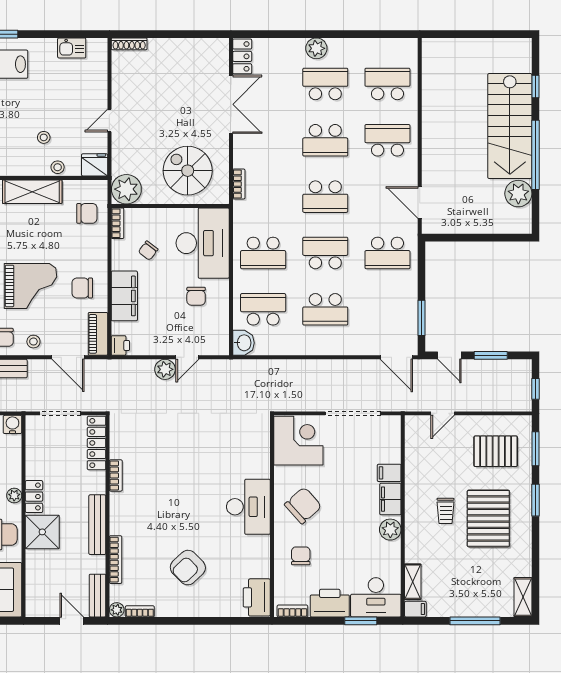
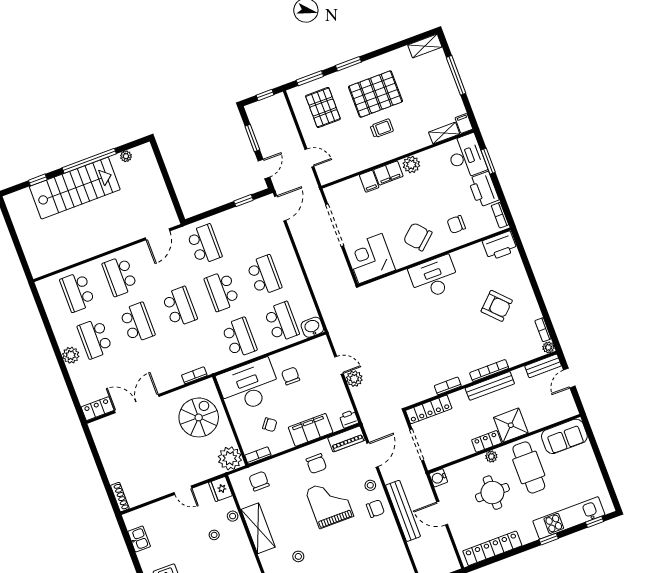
spiral stairs: (188, 171) -> (199, 417), turned 180
plant: (518, 194) -> (126, 156), width x0.53, depth x0.53
chair: (196, 296) -> (291, 376), turned -90
school desk: (263, 309) -> (282, 322), turned 180
window: (422, 318) -> (244, 201), width x0.67
bookcase: (116, 560) -> (489, 371), moved

